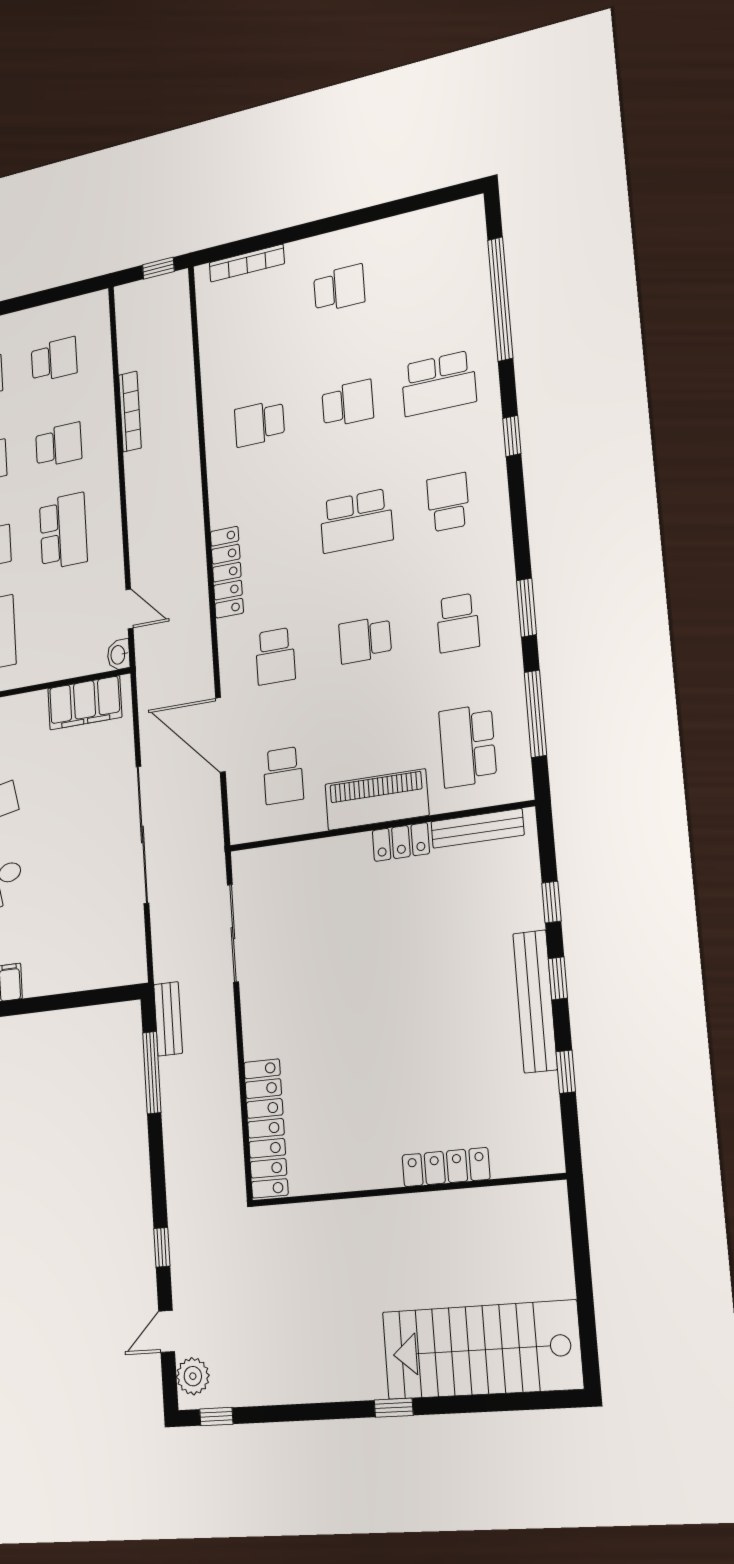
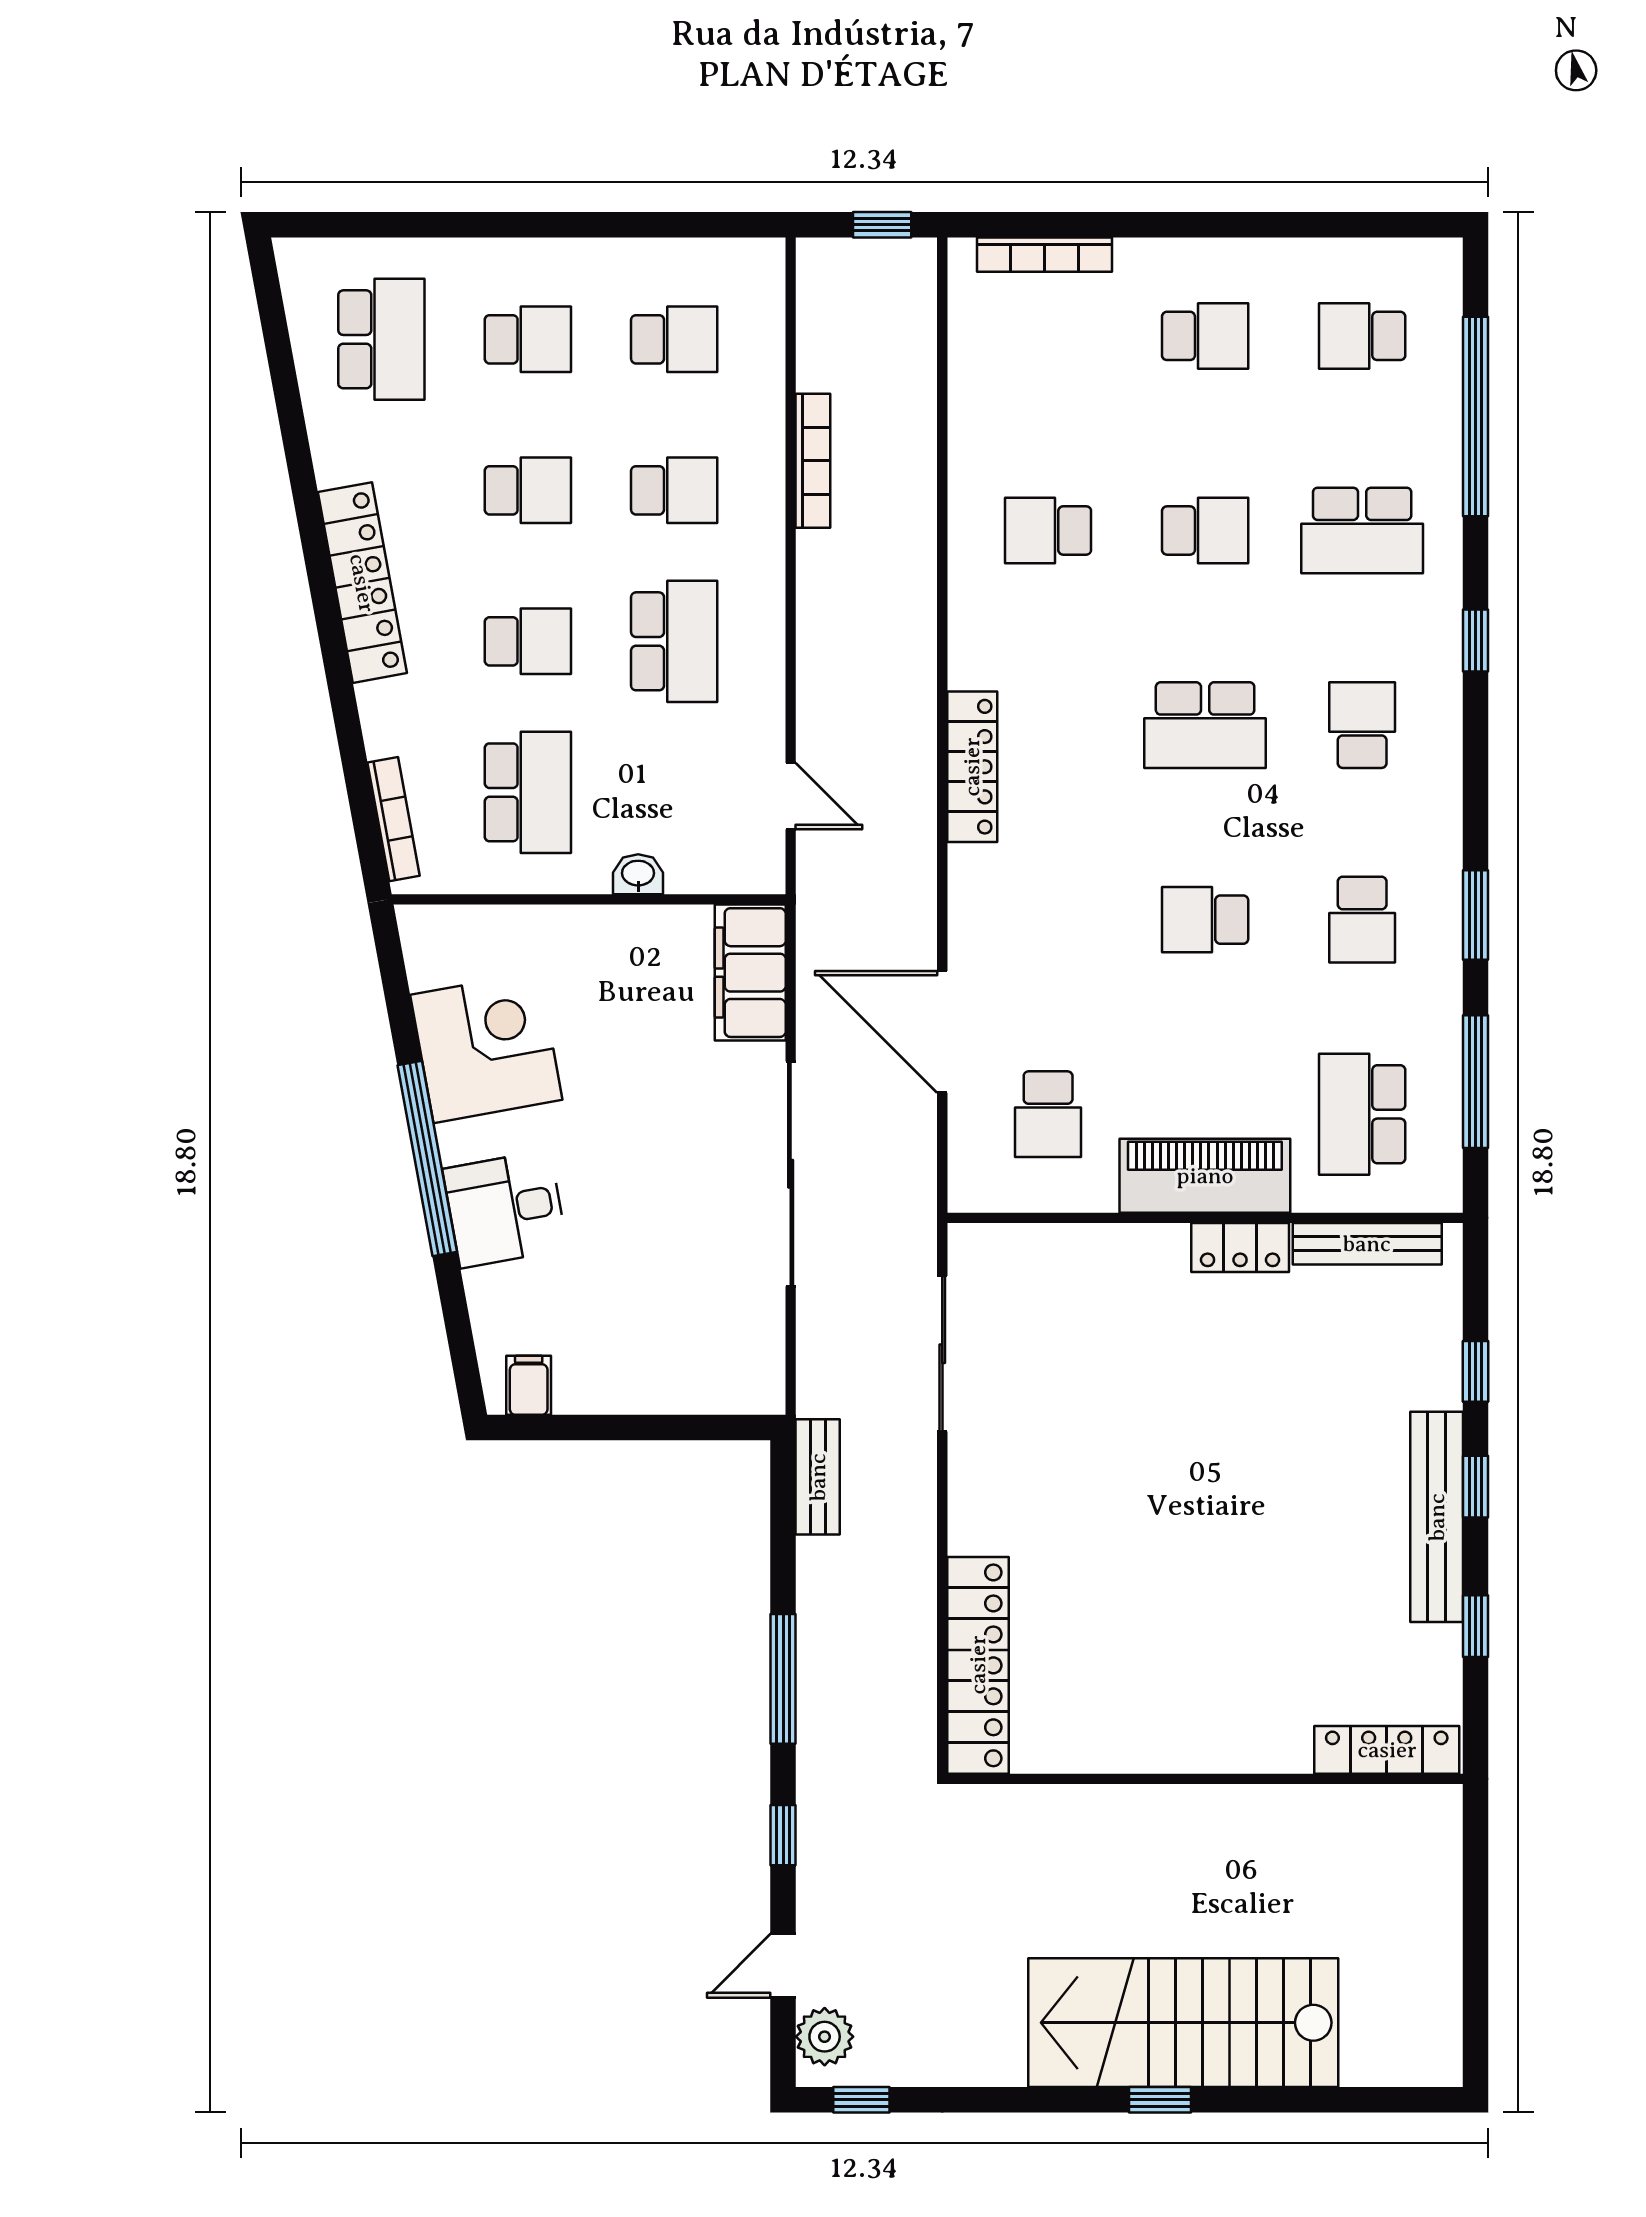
washbasin: (119, 655) -> (638, 874), moved, turned 90
school desk: (275, 656) -> (1362, 336), moved, turned 90
filing cabinet: (85, 703) -> (750, 973), moved, turned 90
window: (152, 1073) -> (783, 1679), moved
locker: (446, 1167) -> (1387, 1750), moved
stairs: (482, 1350) -> (1183, 2023), moved

